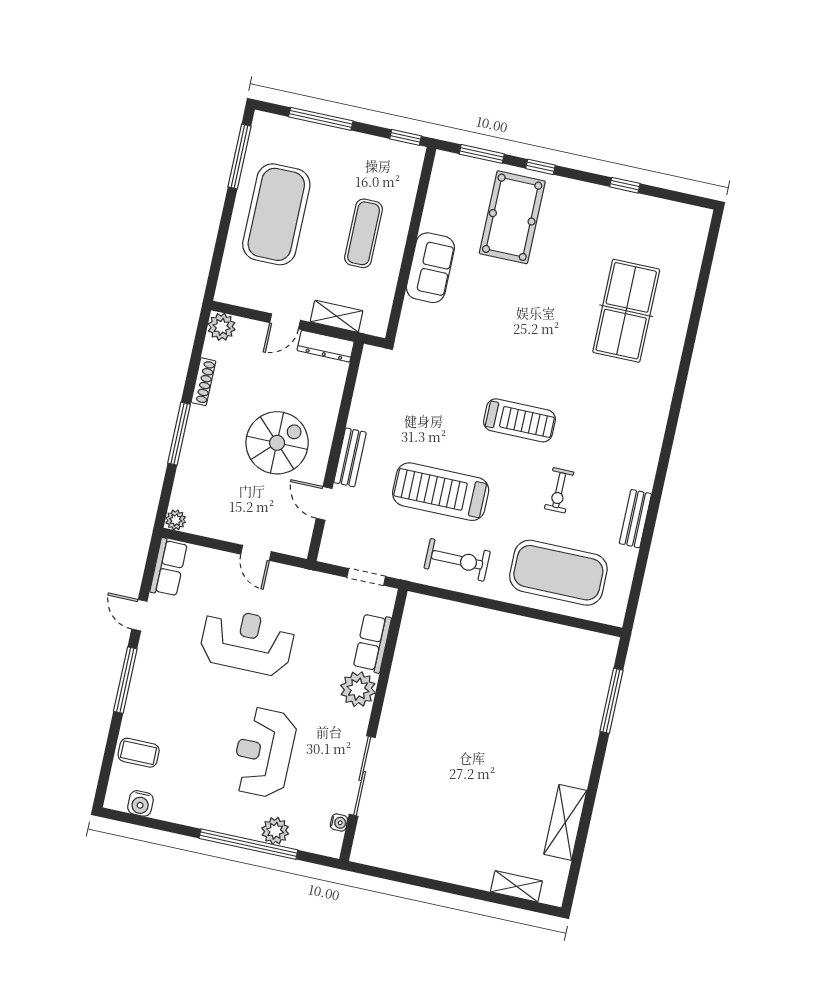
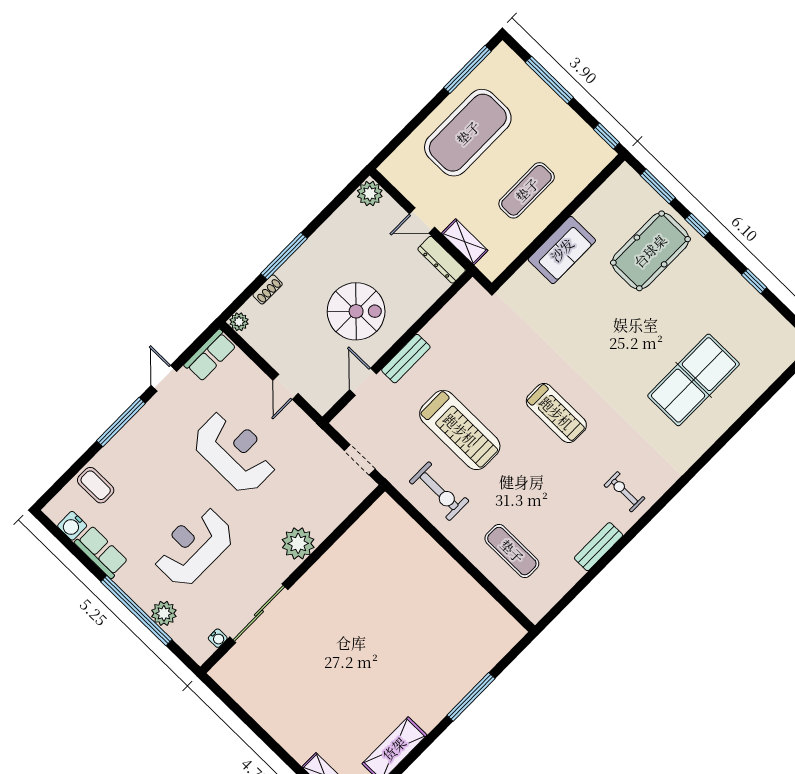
shoe rack: (203, 382) -> (268, 289), moved, width x0.70
exercise bike: (559, 490) -> (624, 492), moved, turned 90
treadmill: (441, 492) -> (460, 430), turned 180
exercise mat: (558, 573) -> (512, 551), width x0.50, depth x0.69
row of seats: (372, 643) -> (101, 552), moved, turned 90
window: (611, 701) -> (471, 697), moved

